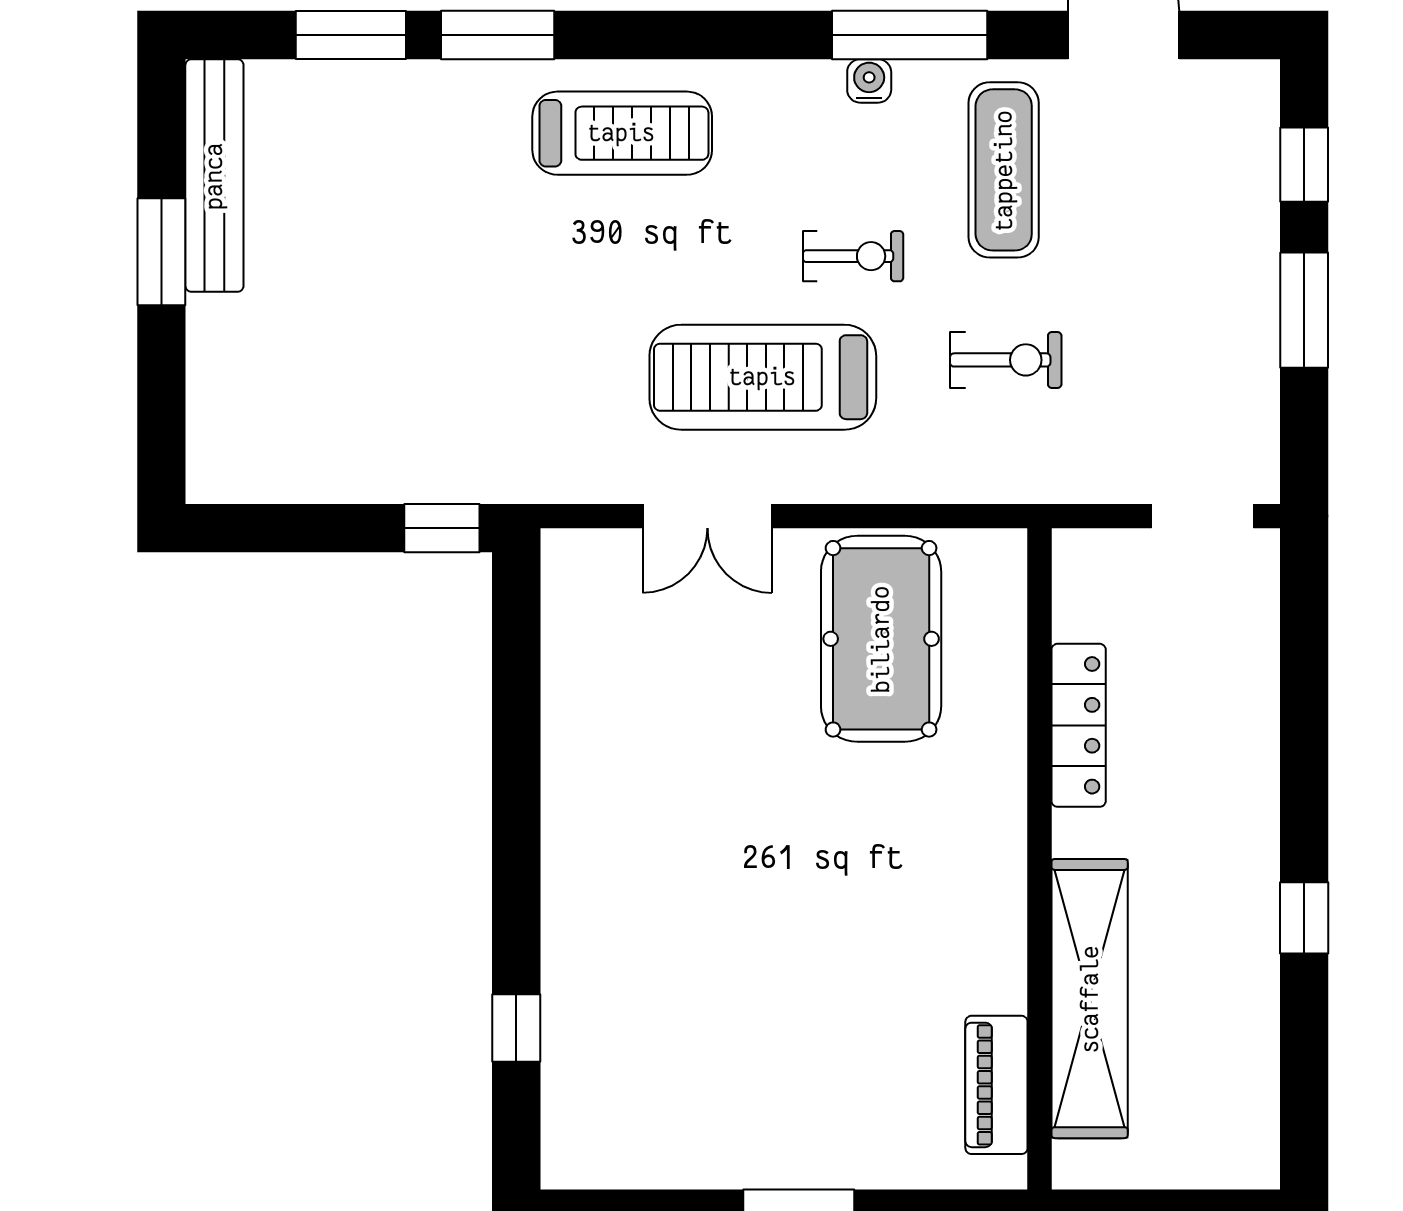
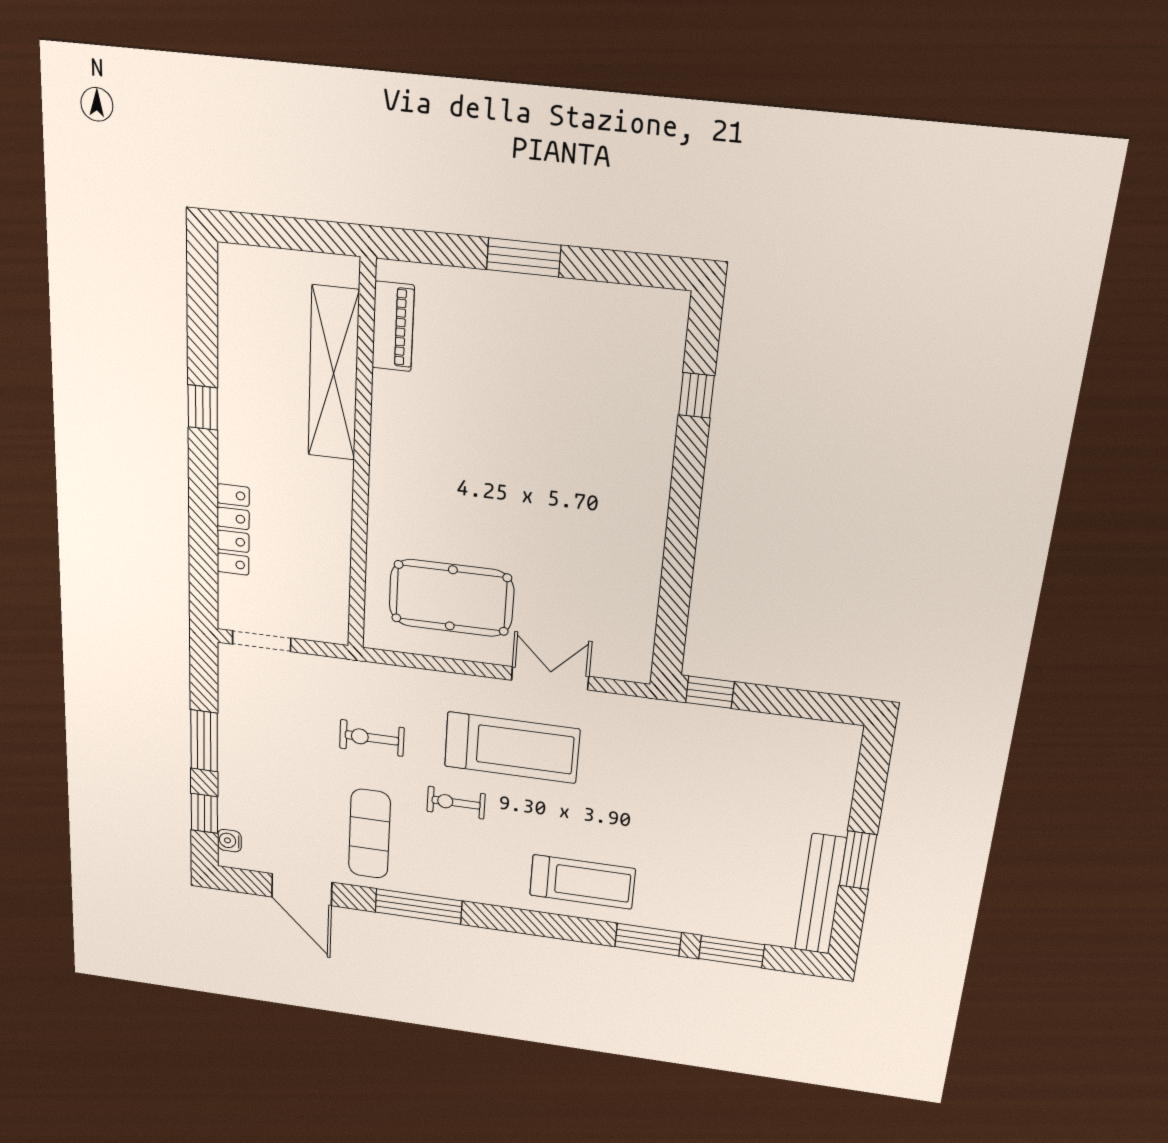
water cooler: (869, 81) -> (229, 841), moved, turned 90
treadmill: (622, 133) -> (582, 882), turned 180
pool table: (881, 639) -> (451, 598), turned 90
locker: (1079, 725) -> (233, 530), moved, turned 180

